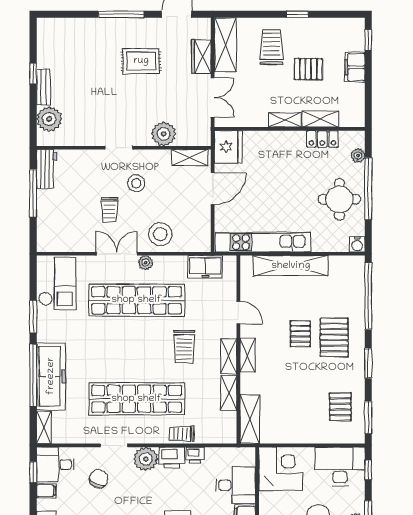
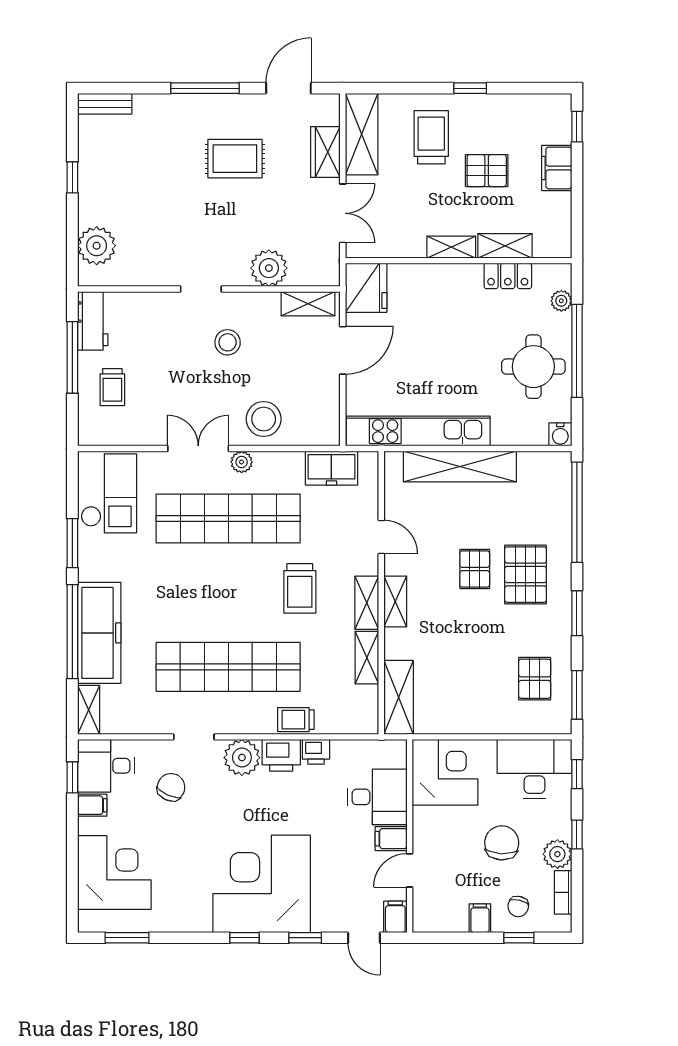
bench: (43, 87) -> (105, 104), moved, turned 90
trolley: (109, 210) -> (112, 387), moved

